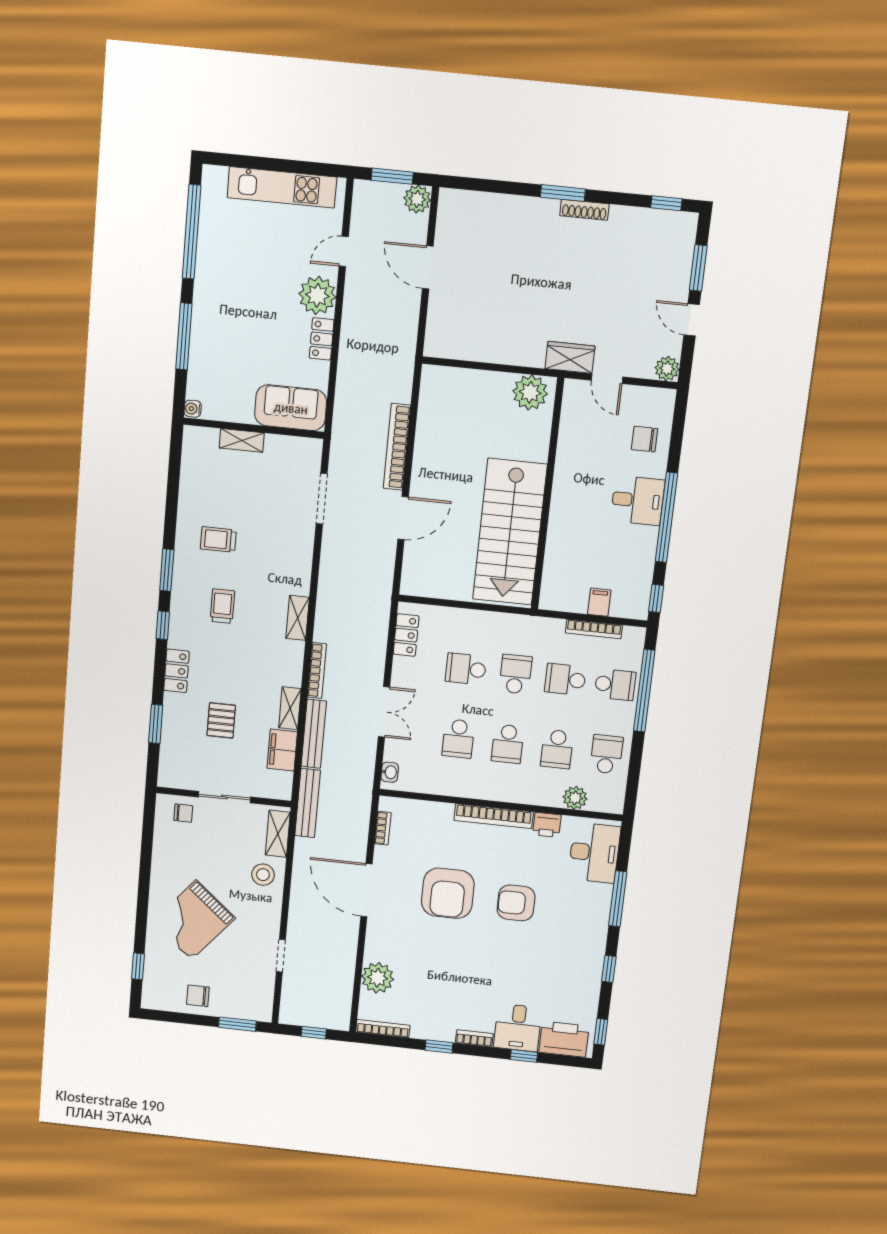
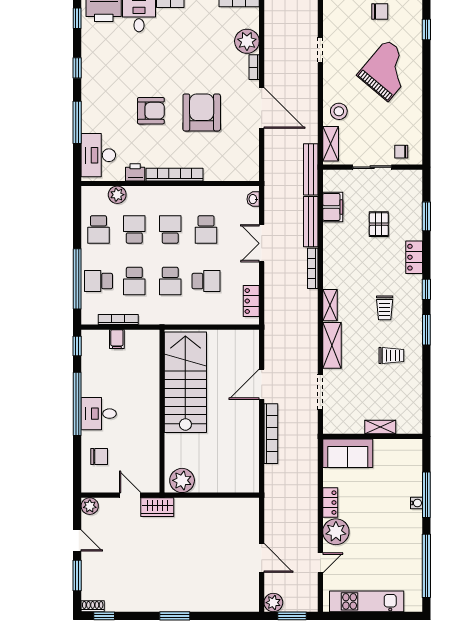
shoe rack: (584, 210) -> (93, 606), moved, width x0.70
water cooler: (193, 409) -> (417, 503), moved
school desk: (565, 679) -> (134, 281), turned 90
shelving: (290, 708) -> (332, 345), moved, width x1.50, depth x1.33
school desk: (458, 739) -> (206, 229), turned 180
bookcase: (383, 828) -> (254, 67), moved

